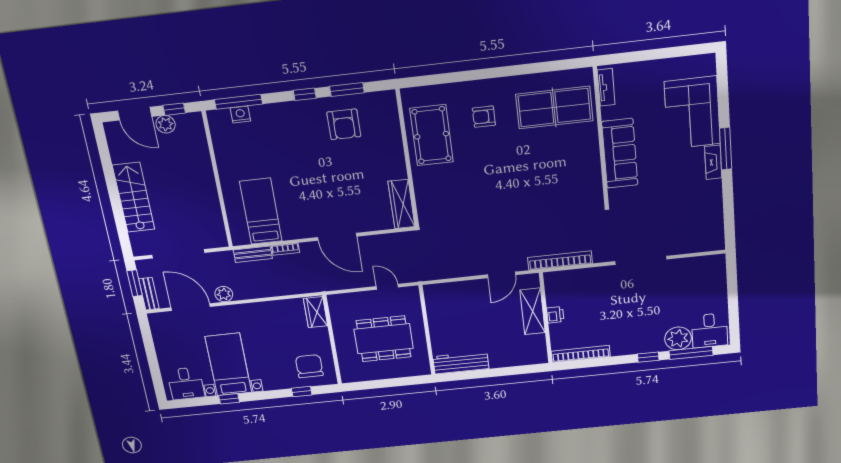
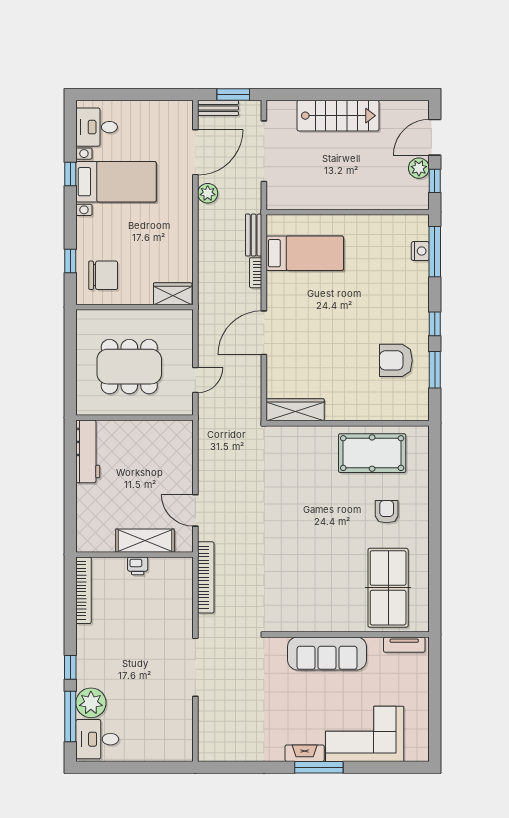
dining table: (384, 339) -> (129, 367), turned 90

